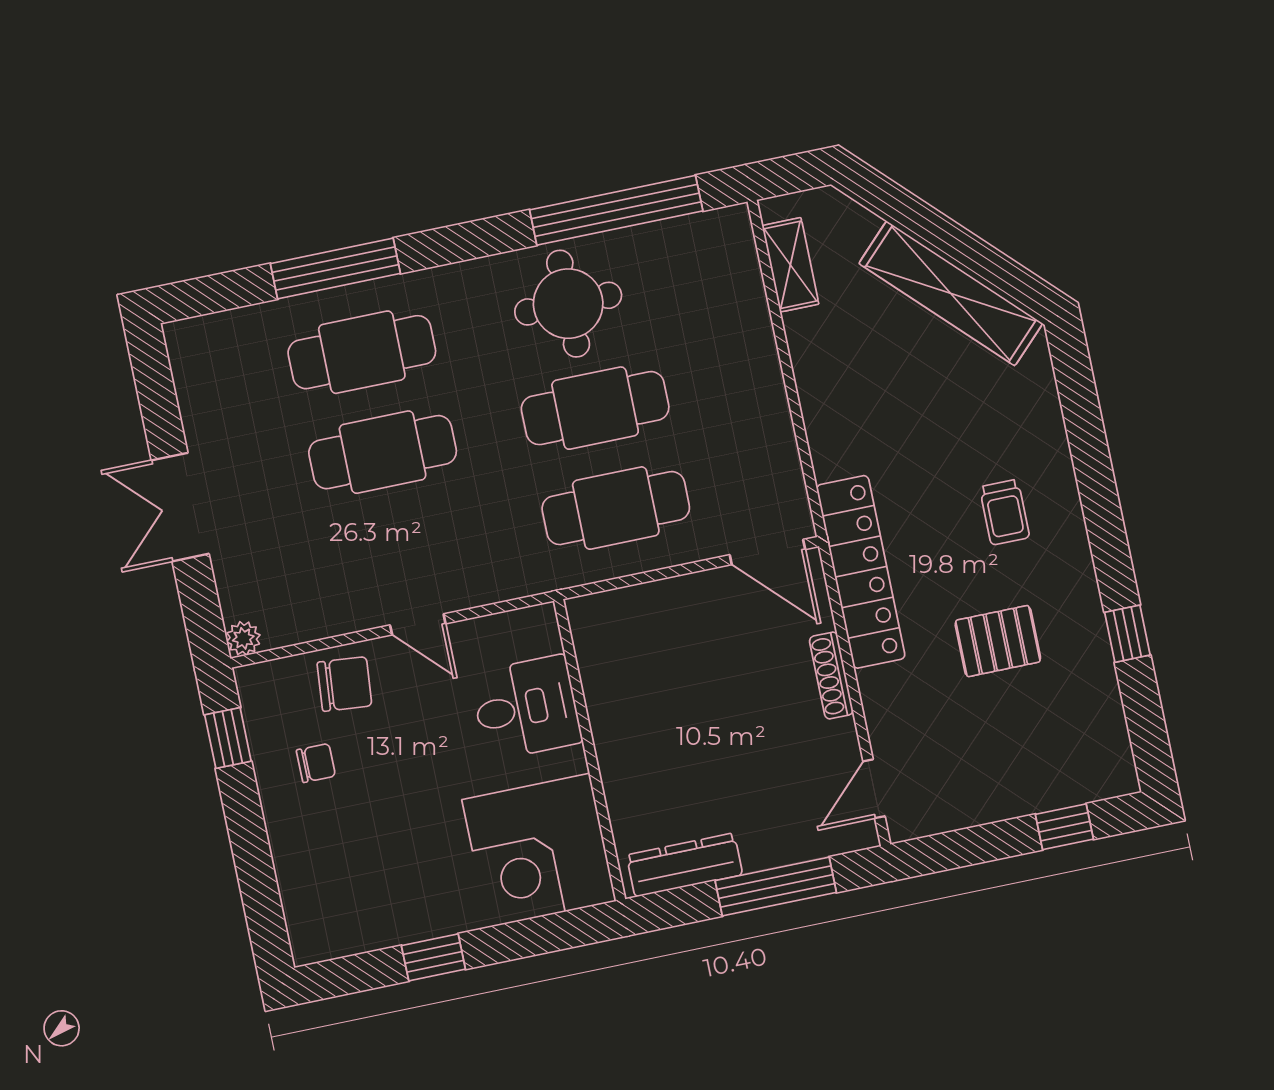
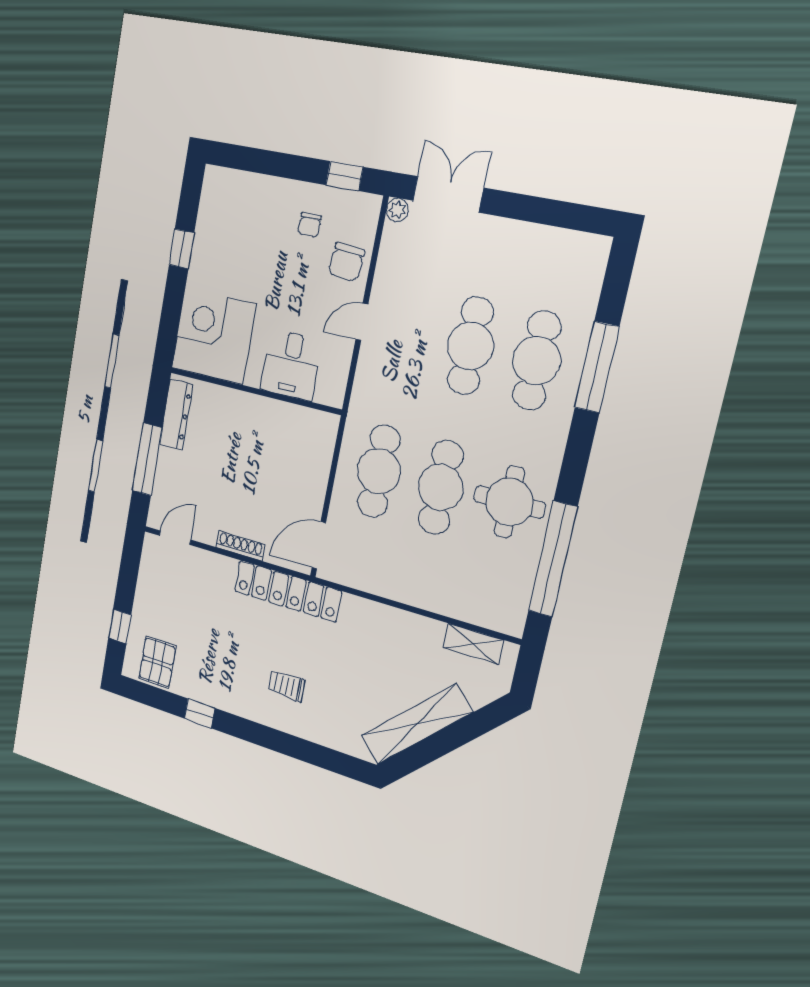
double door: (180, 507) -> (448, 194), moved
pallet: (998, 641) -> (157, 662), moved
door: (874, 789) -> (175, 538), hinge flipped

